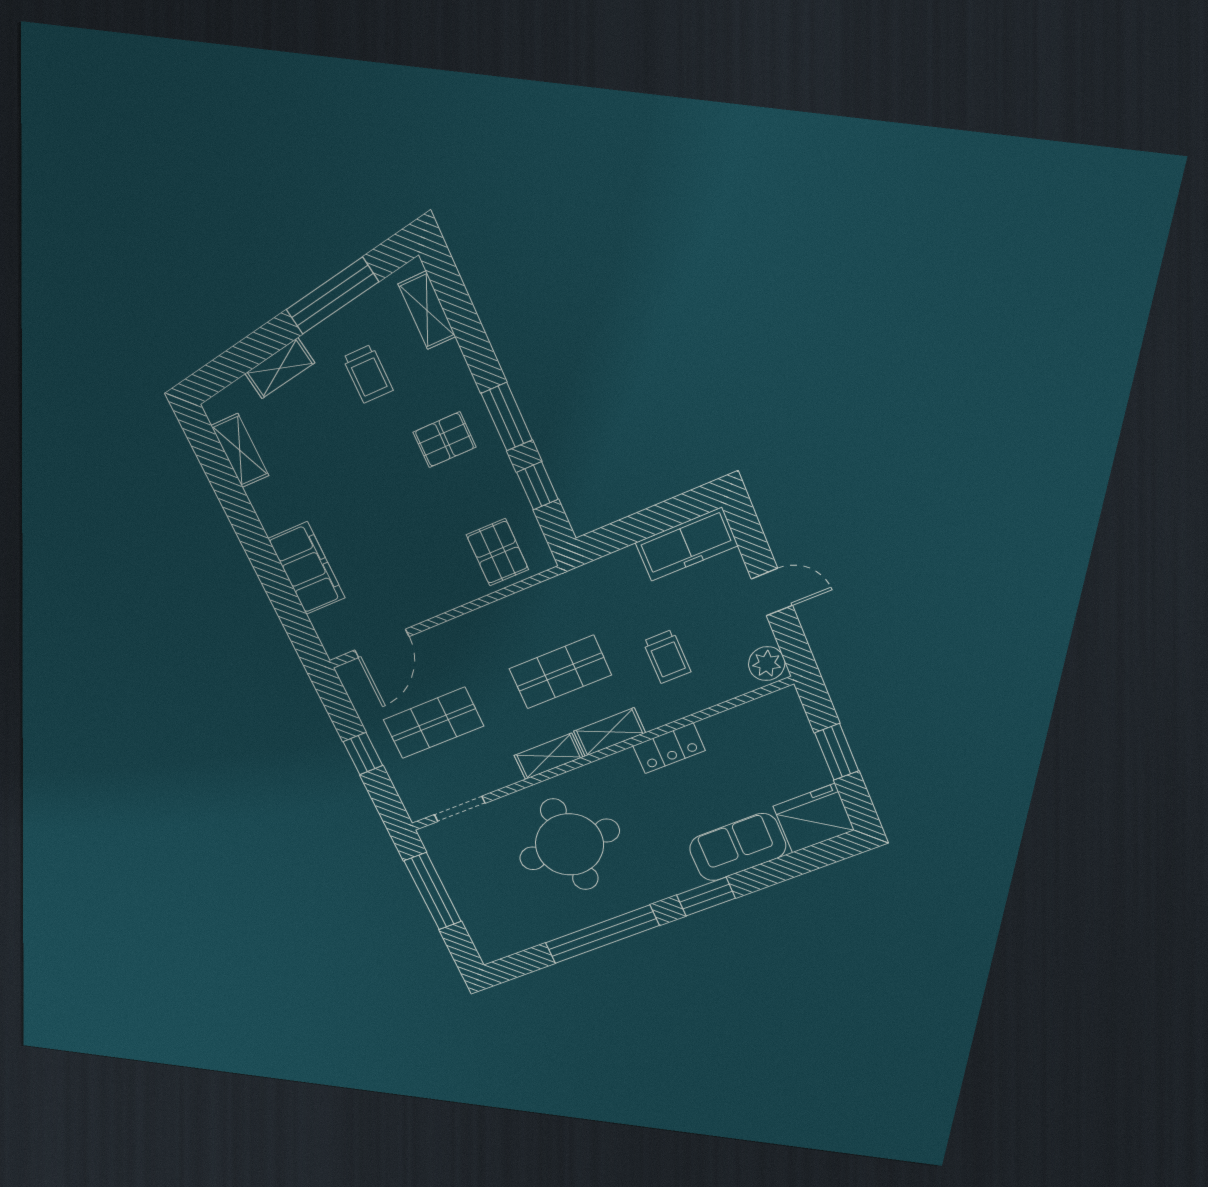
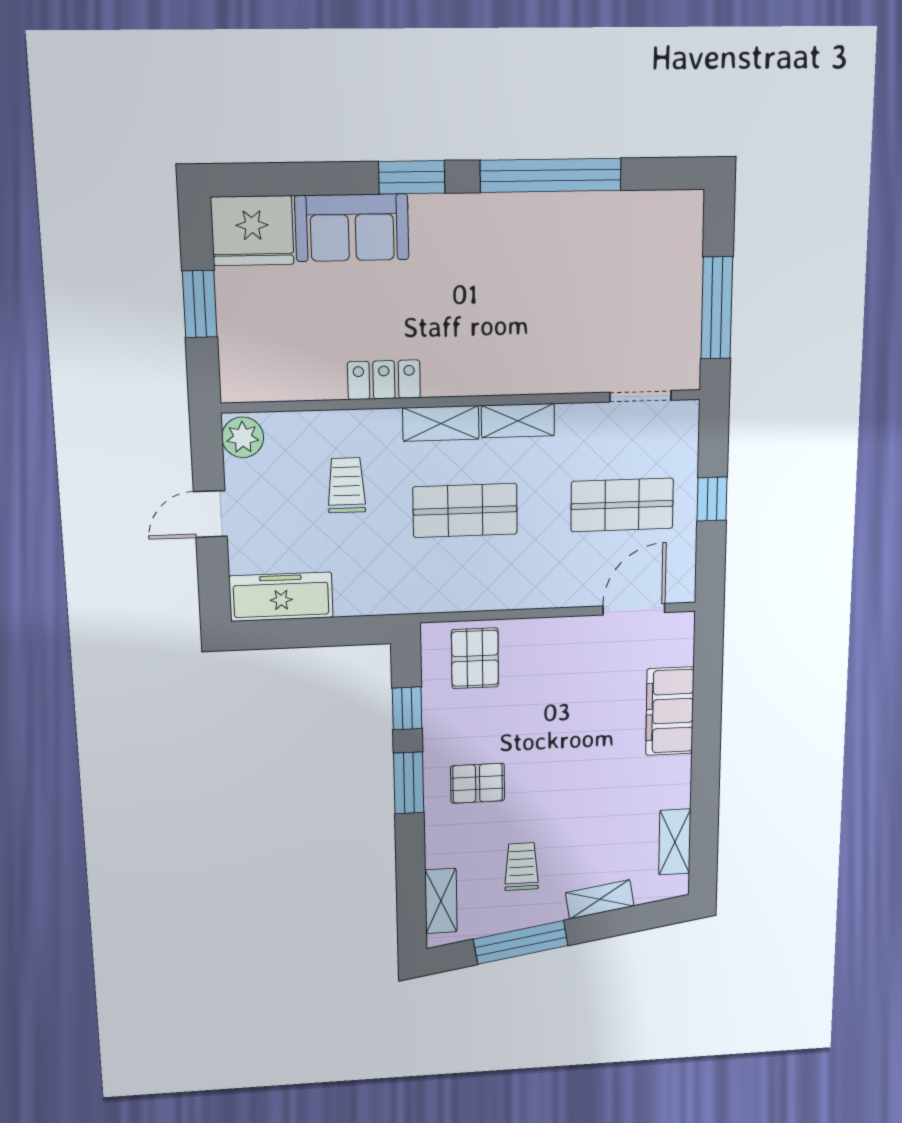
door: (772, 592) -> (210, 514), hinge flipped
round table: (569, 844) -> (540, 306), removed

